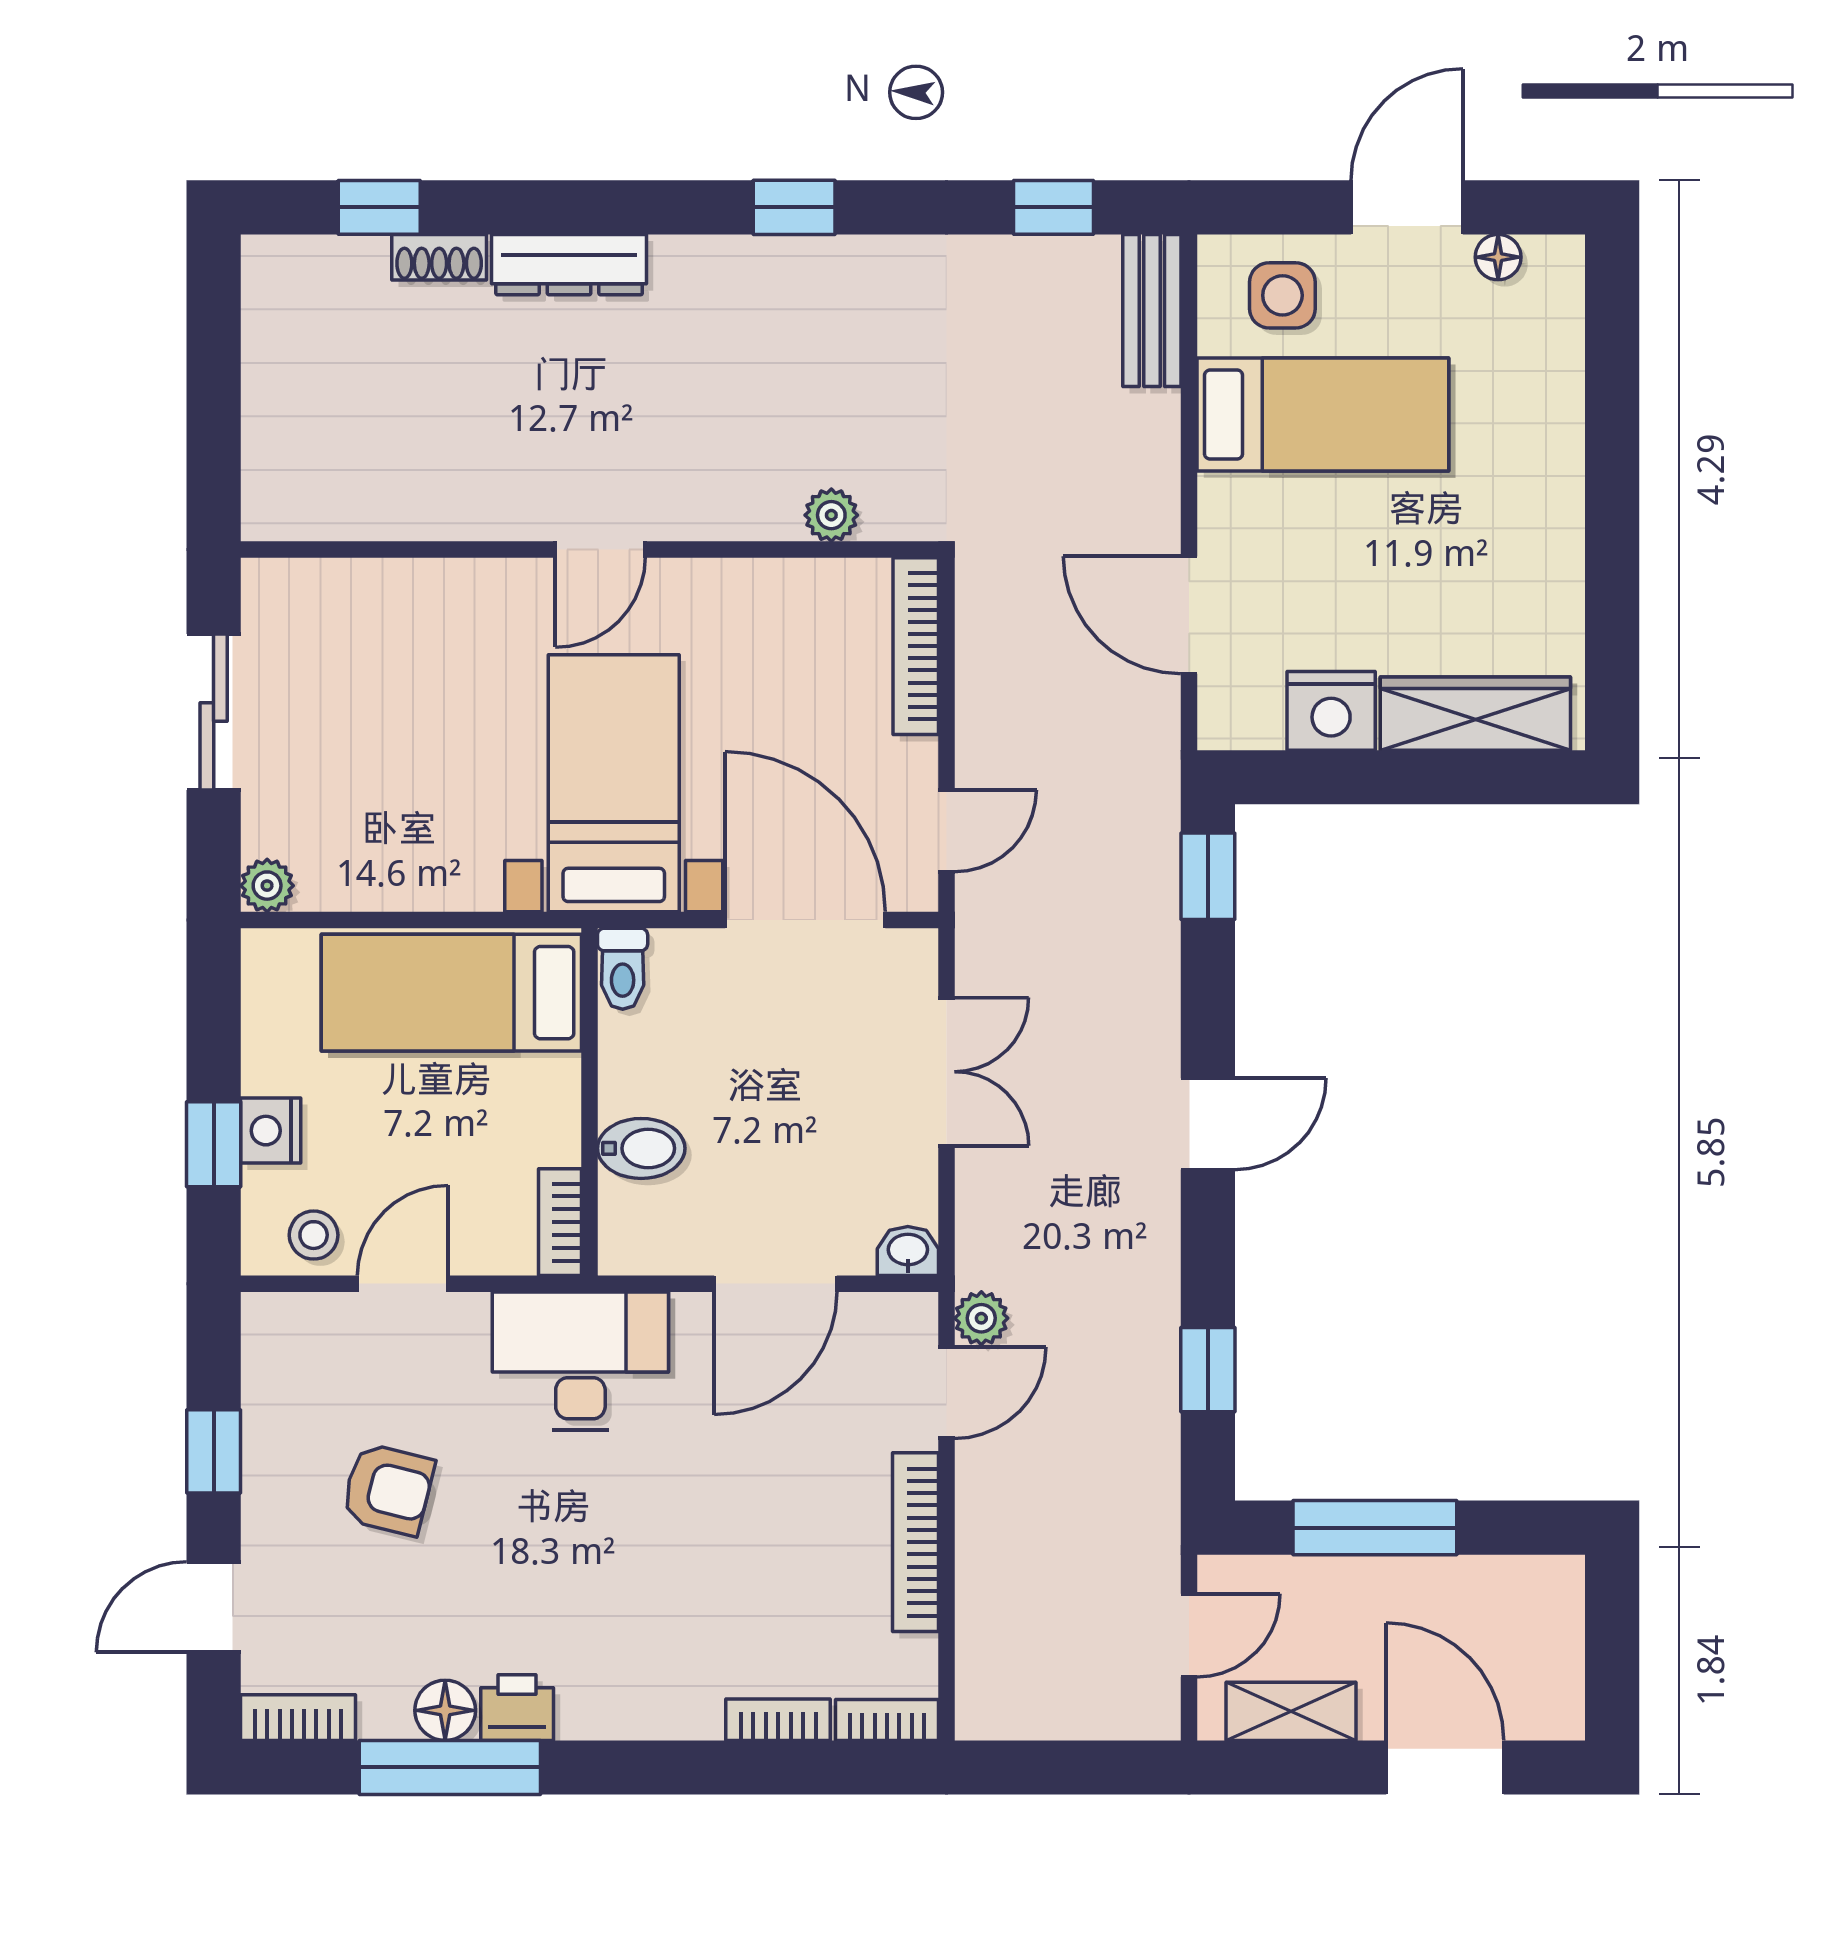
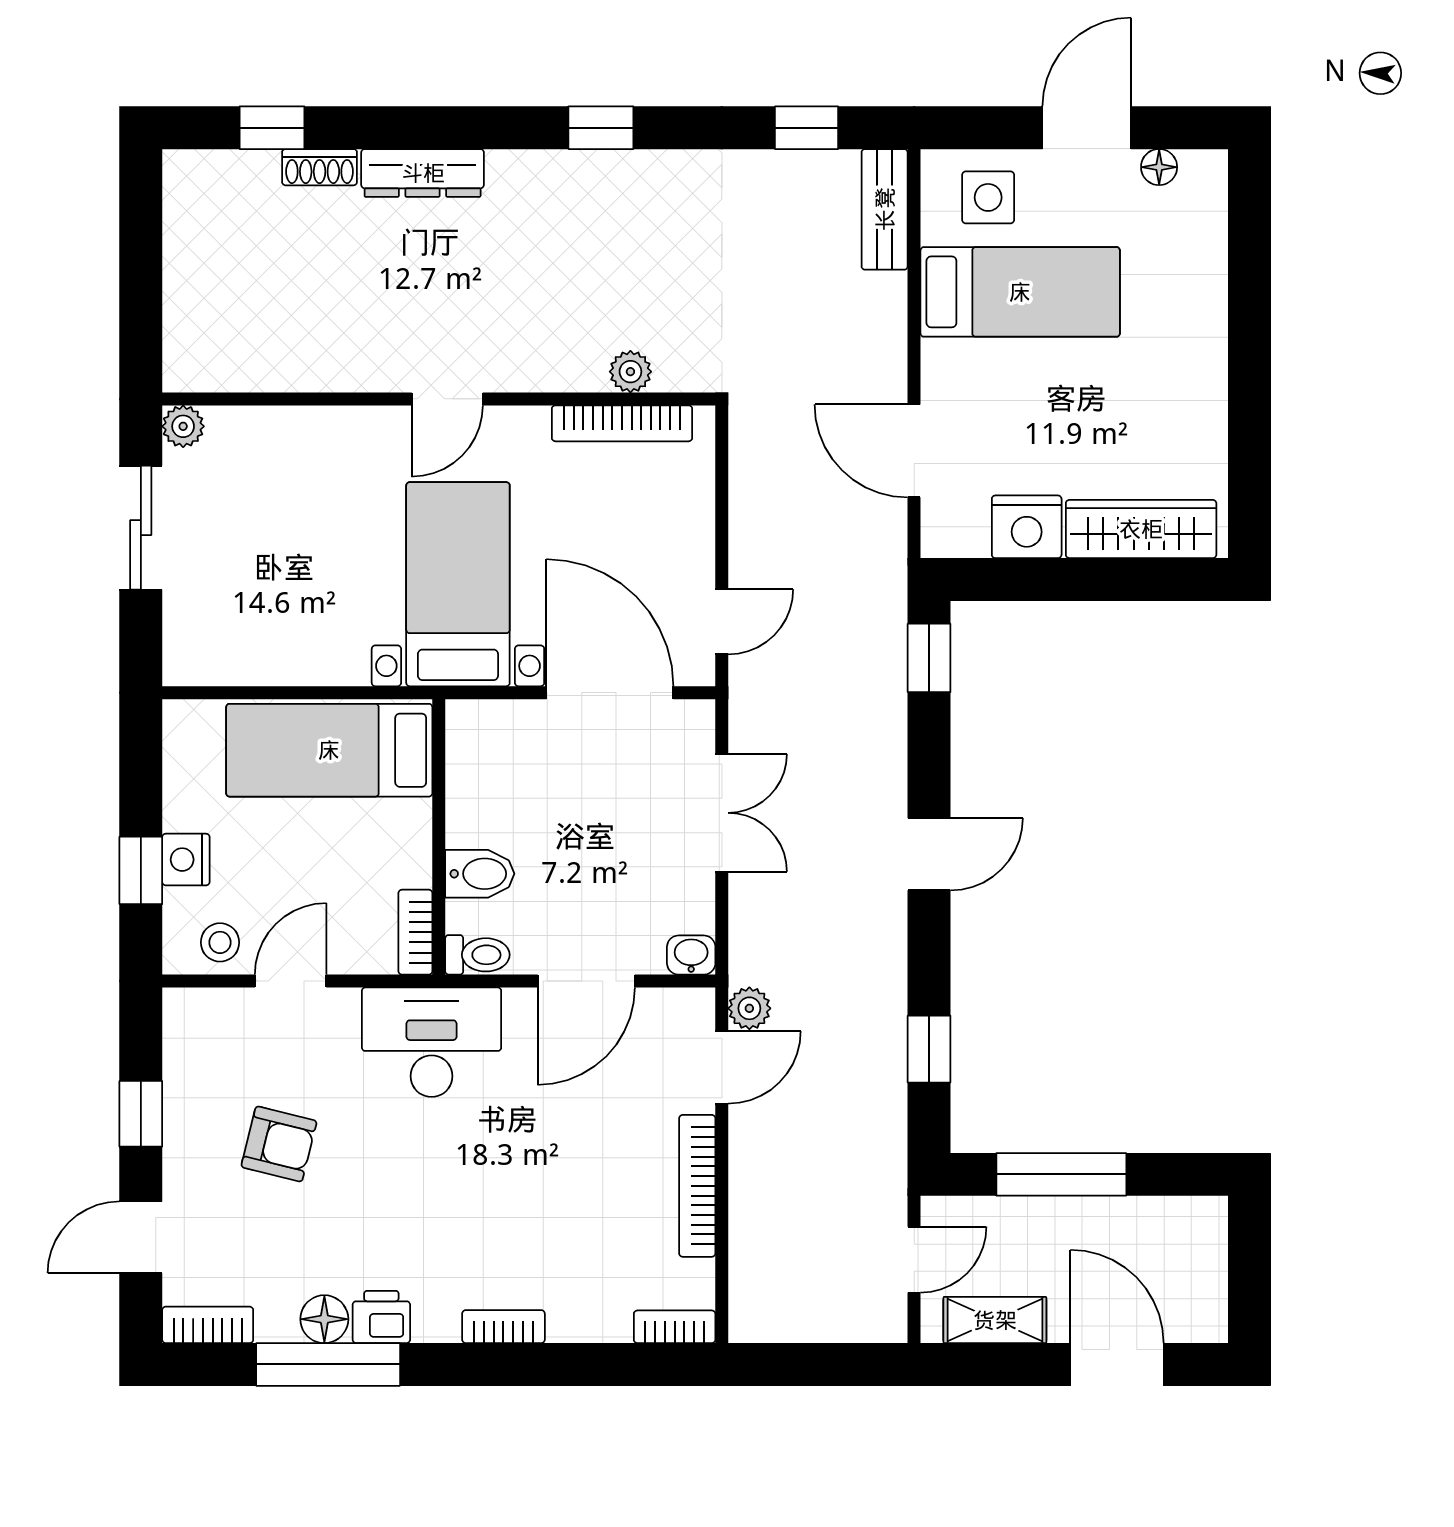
bookcase: (916, 646) -> (622, 423), moved, turned -90
plant: (267, 886) -> (183, 426), moved
toilet: (623, 969) -> (477, 955), moved, turned -90
bookcase: (778, 1720) -> (503, 1327), moved

